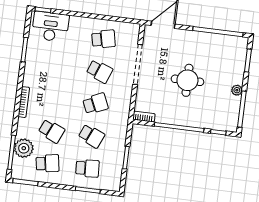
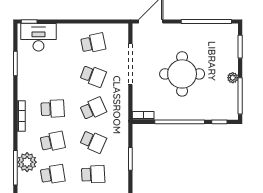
round table: (187, 80) -> (182, 74), width x1.36, depth x1.36
school desk: (56, 99) -> (53, 109), added
school desk: (52, 131) -> (53, 141), turned -36

